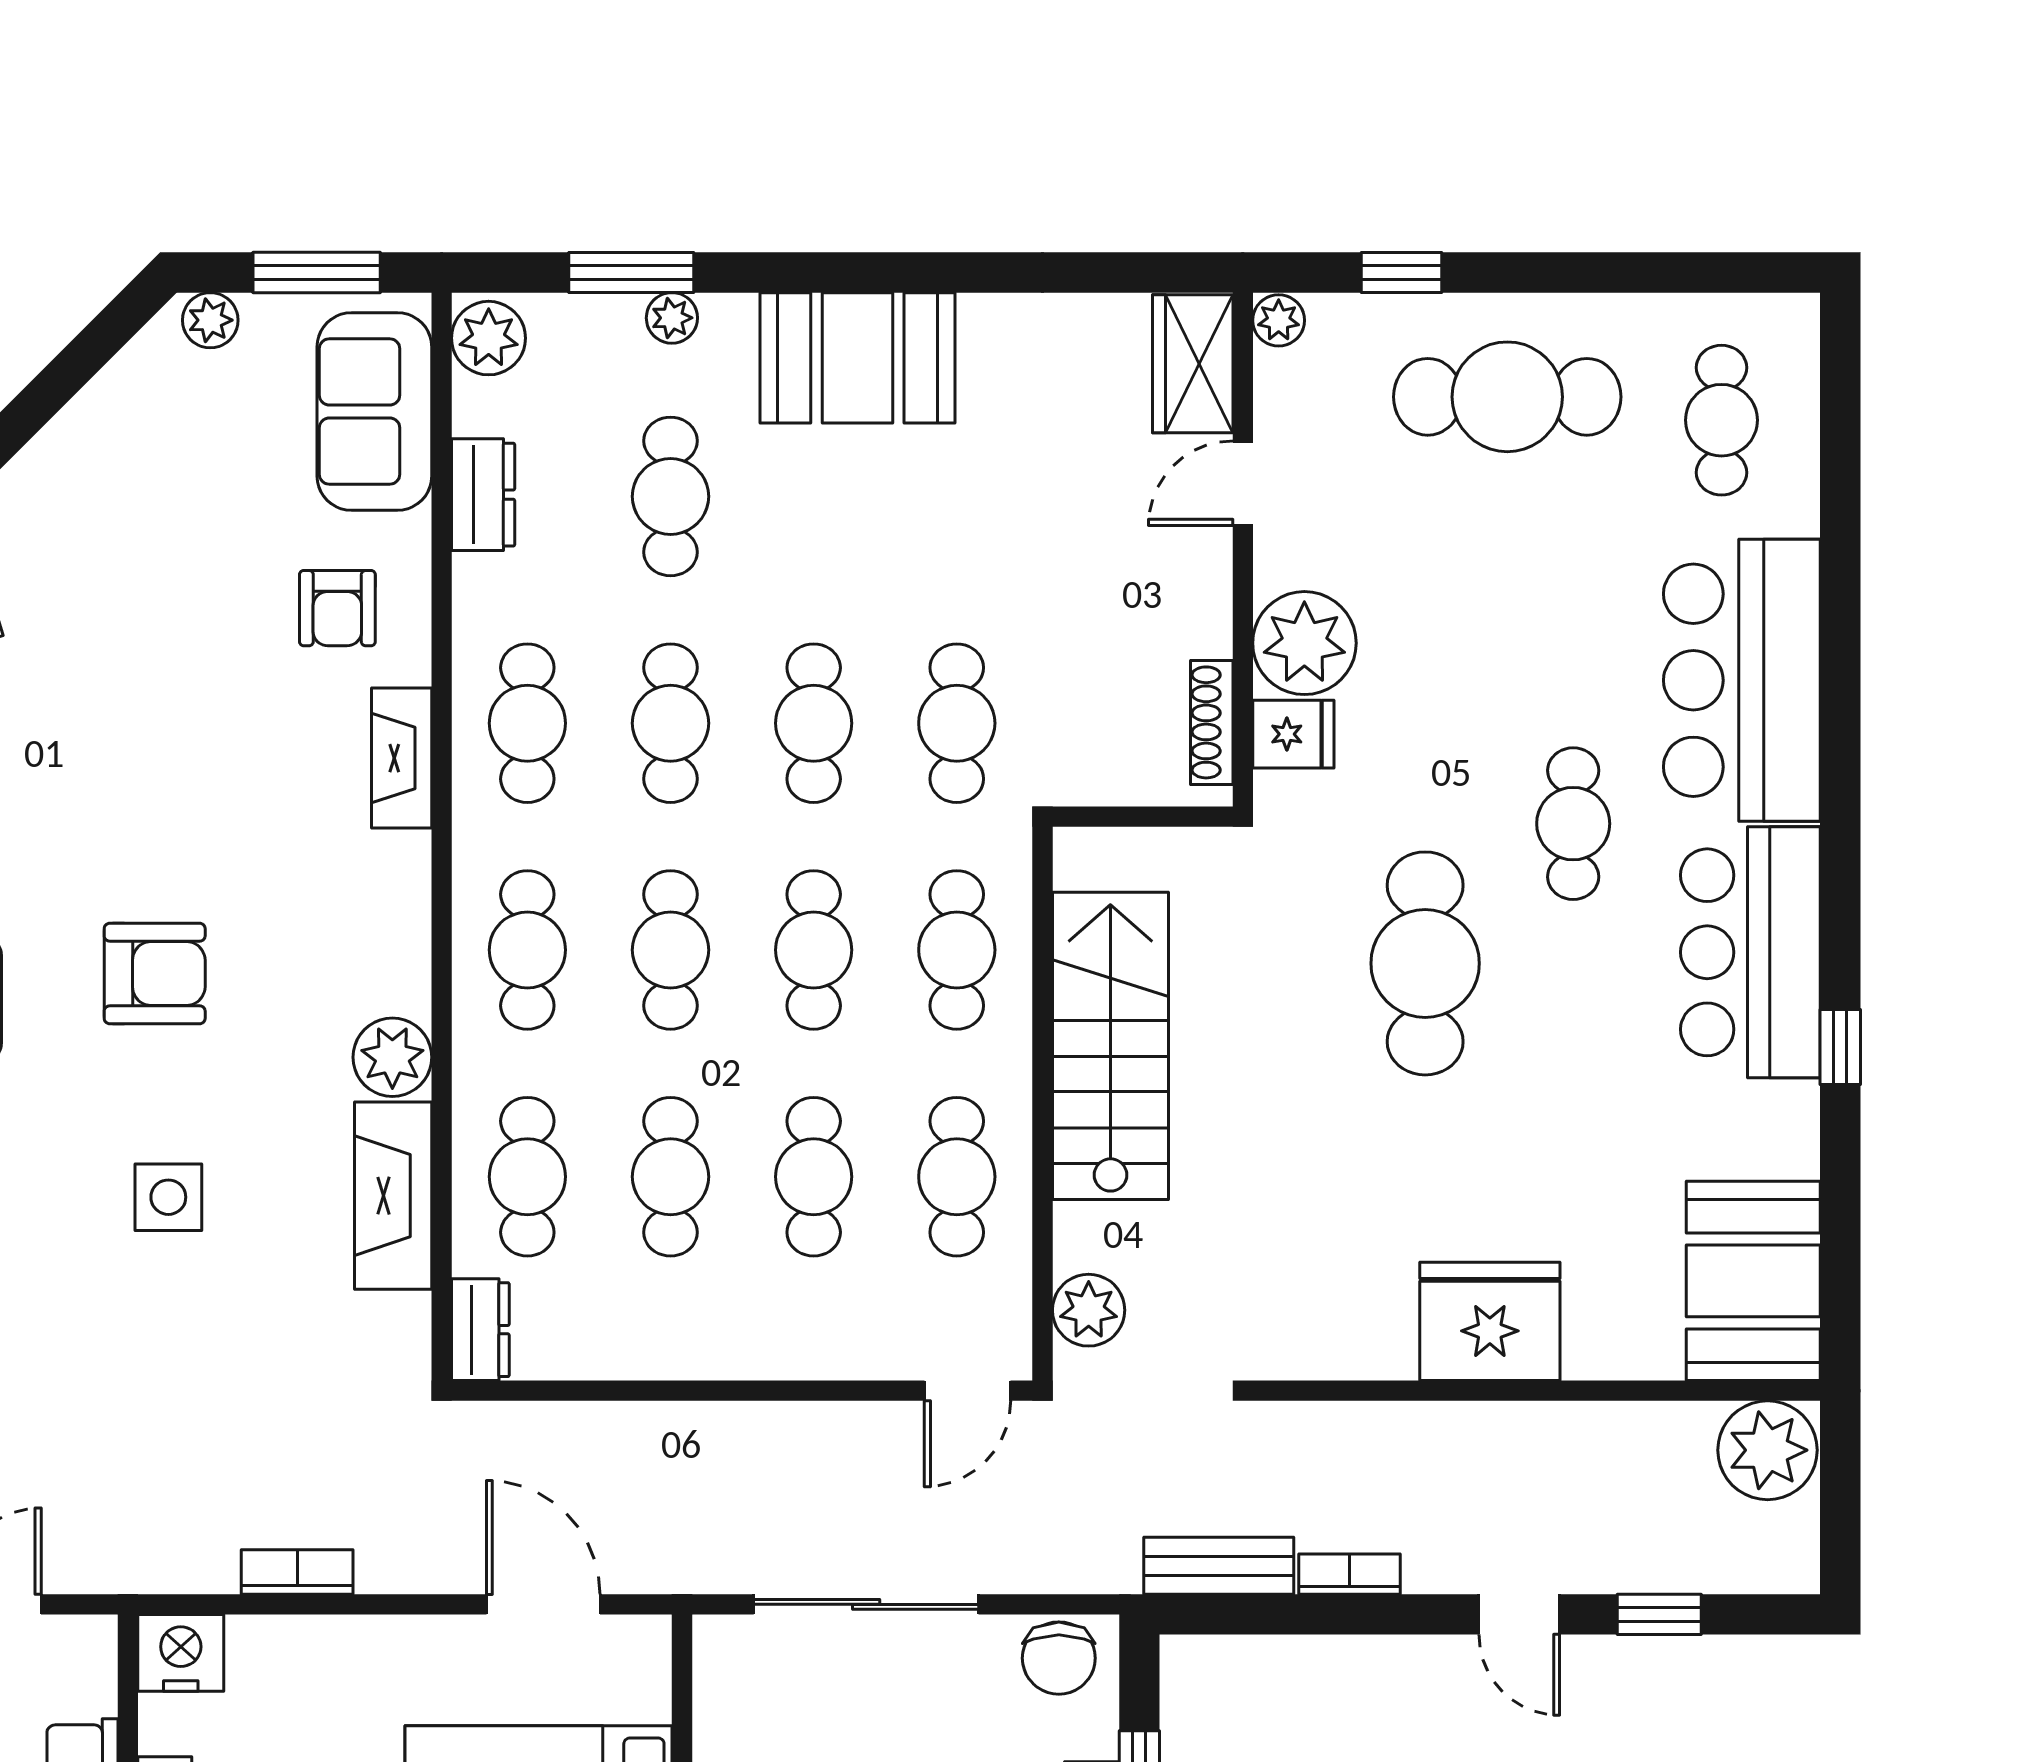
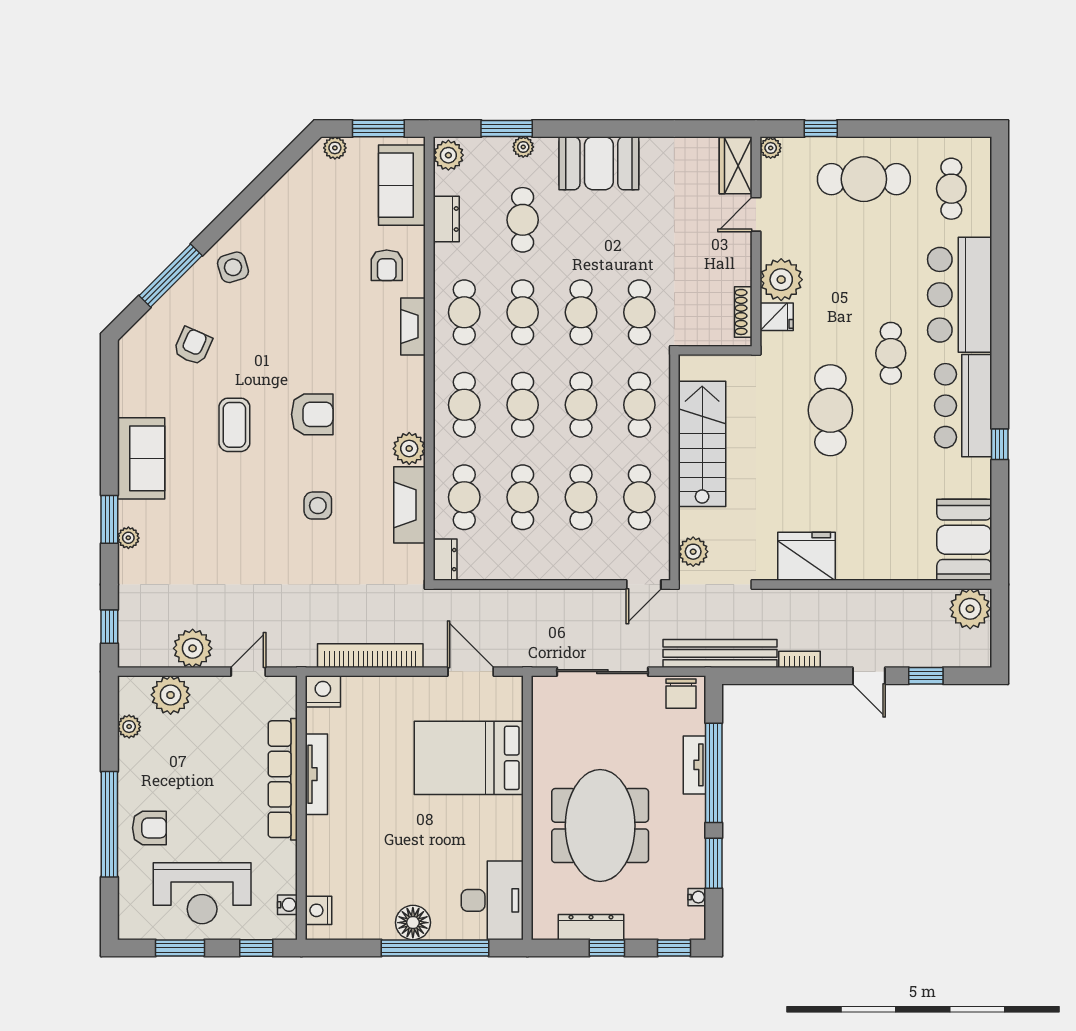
fridge: (1490, 1321) -> (807, 556), moved
bench: (1219, 1566) -> (720, 653), width x1.86, depth x1.21
bookcase: (297, 1572) -> (370, 656), width x2.31, depth x1.31

